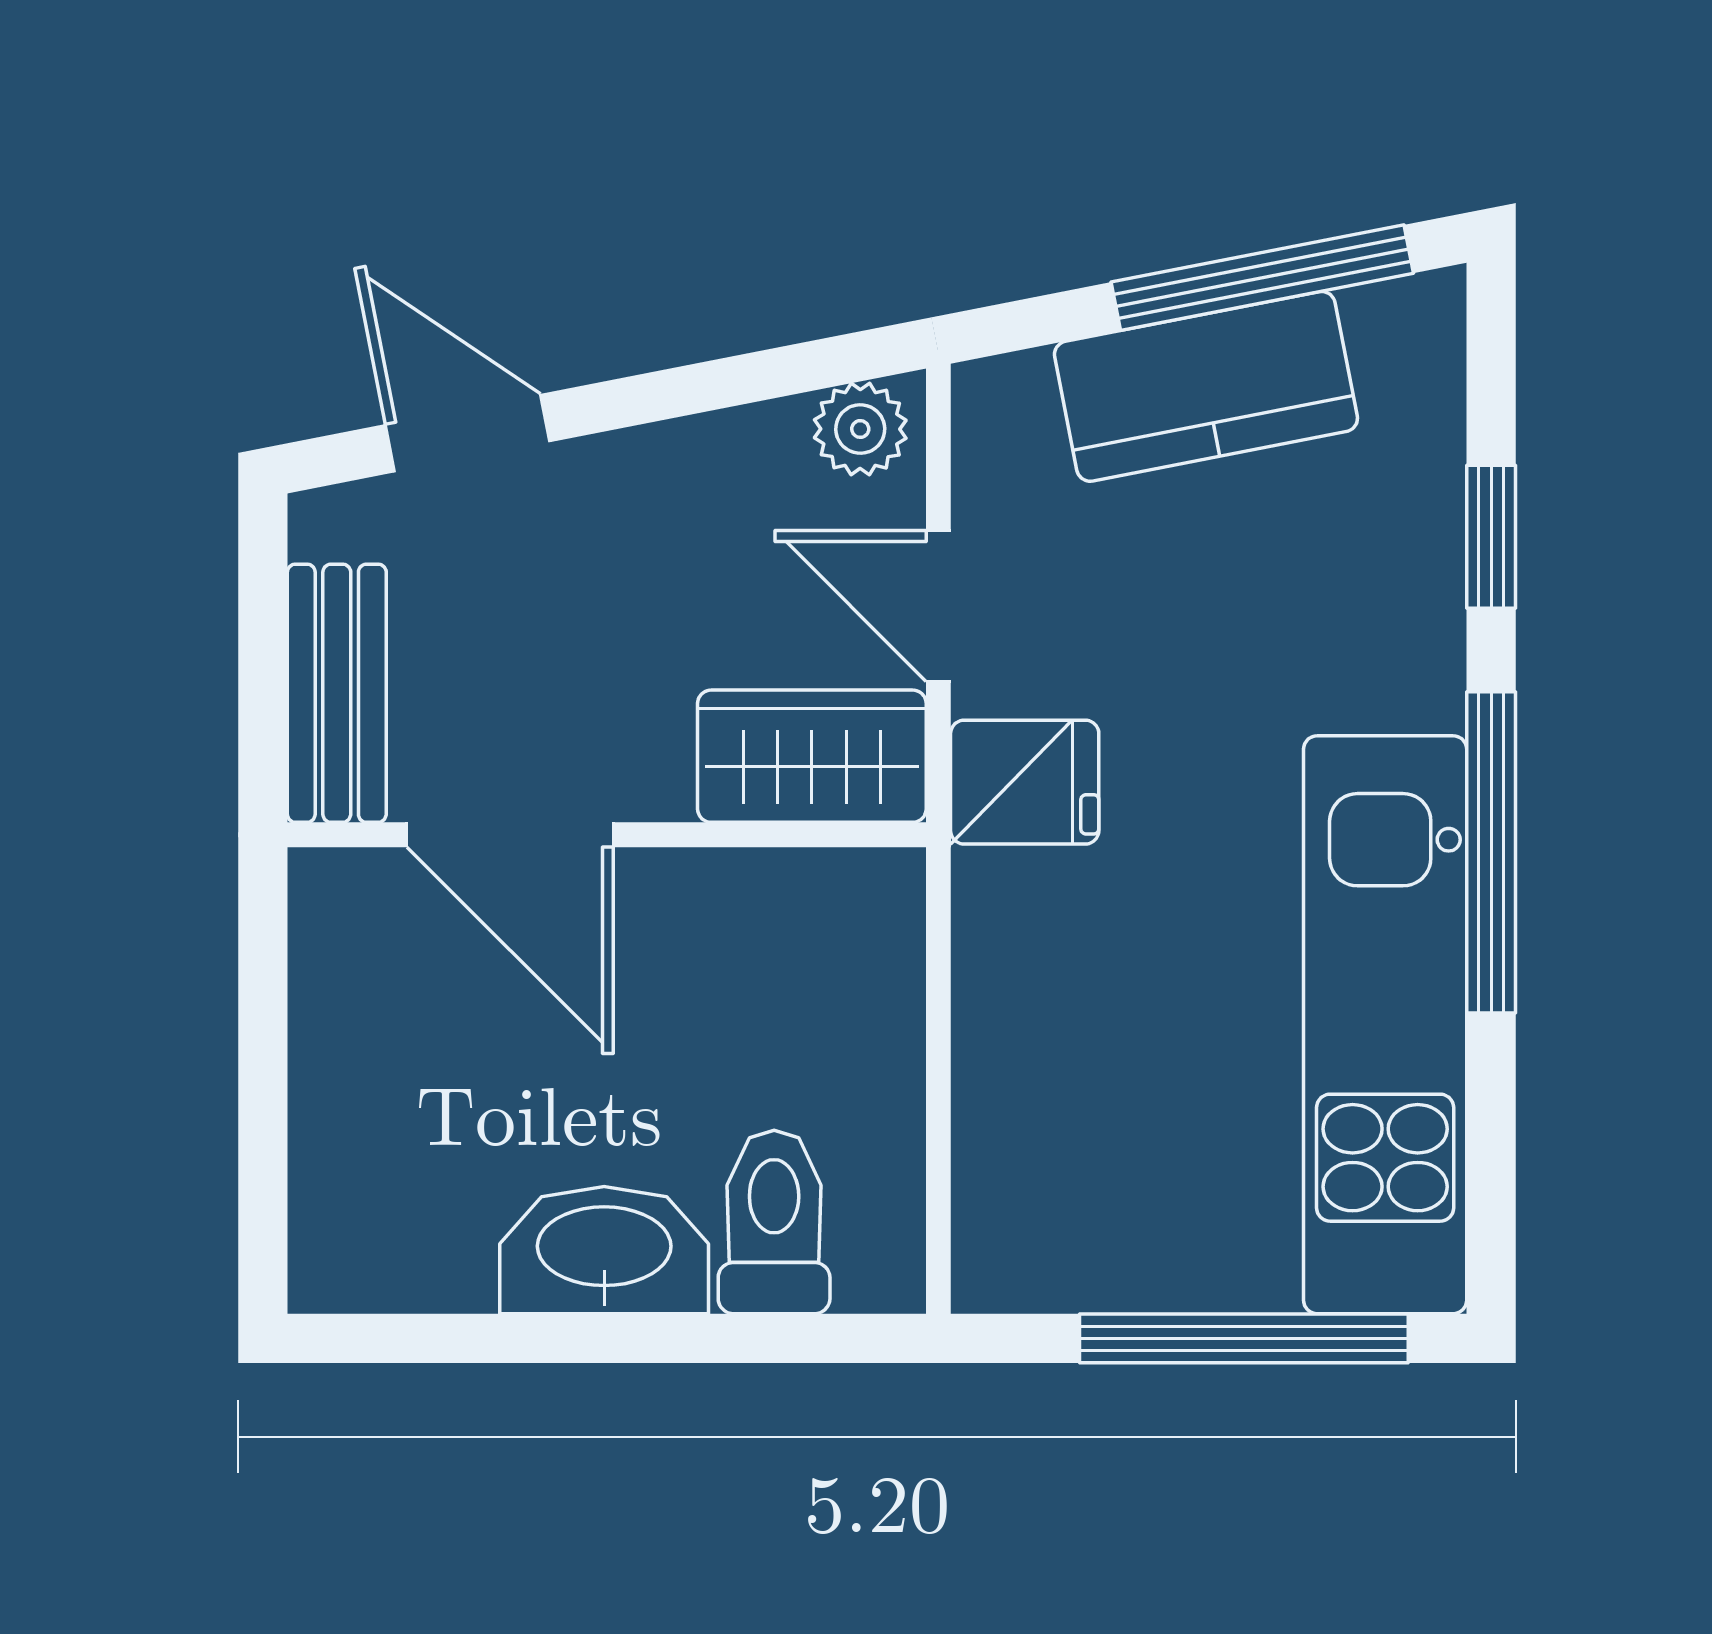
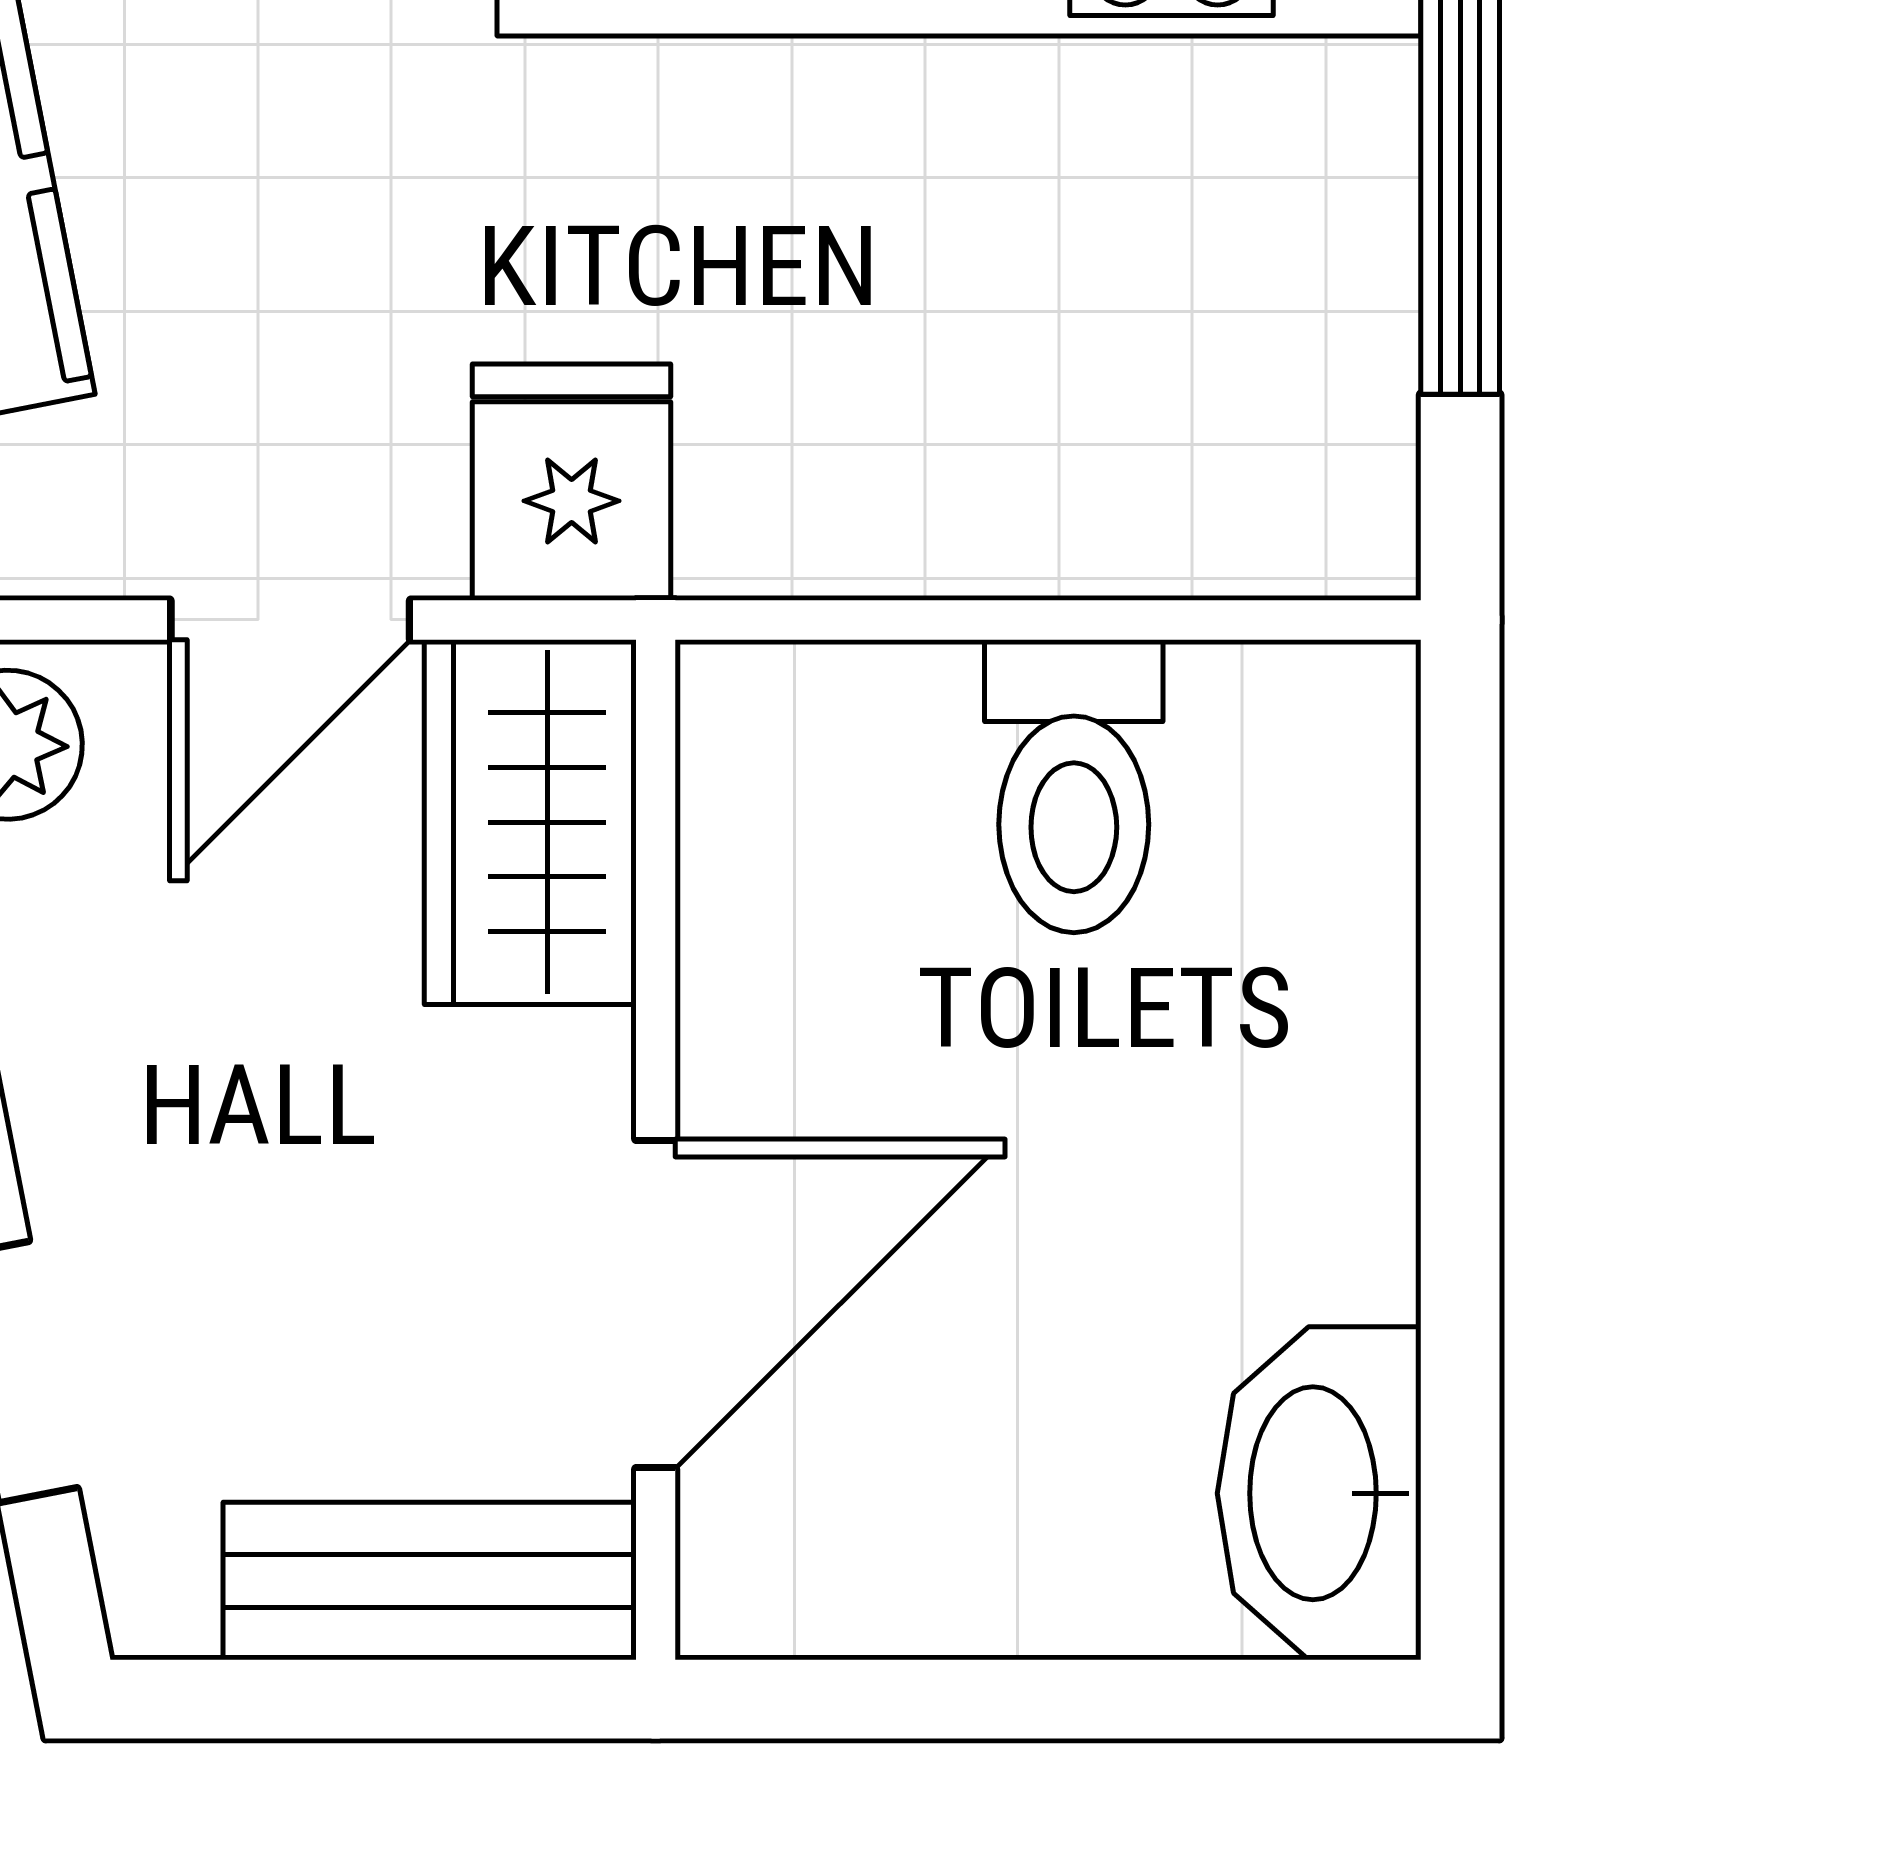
toilet: (774, 1222) -> (1074, 786), moved, turned -90
washbasin: (604, 1250) -> (1319, 1493), moved

